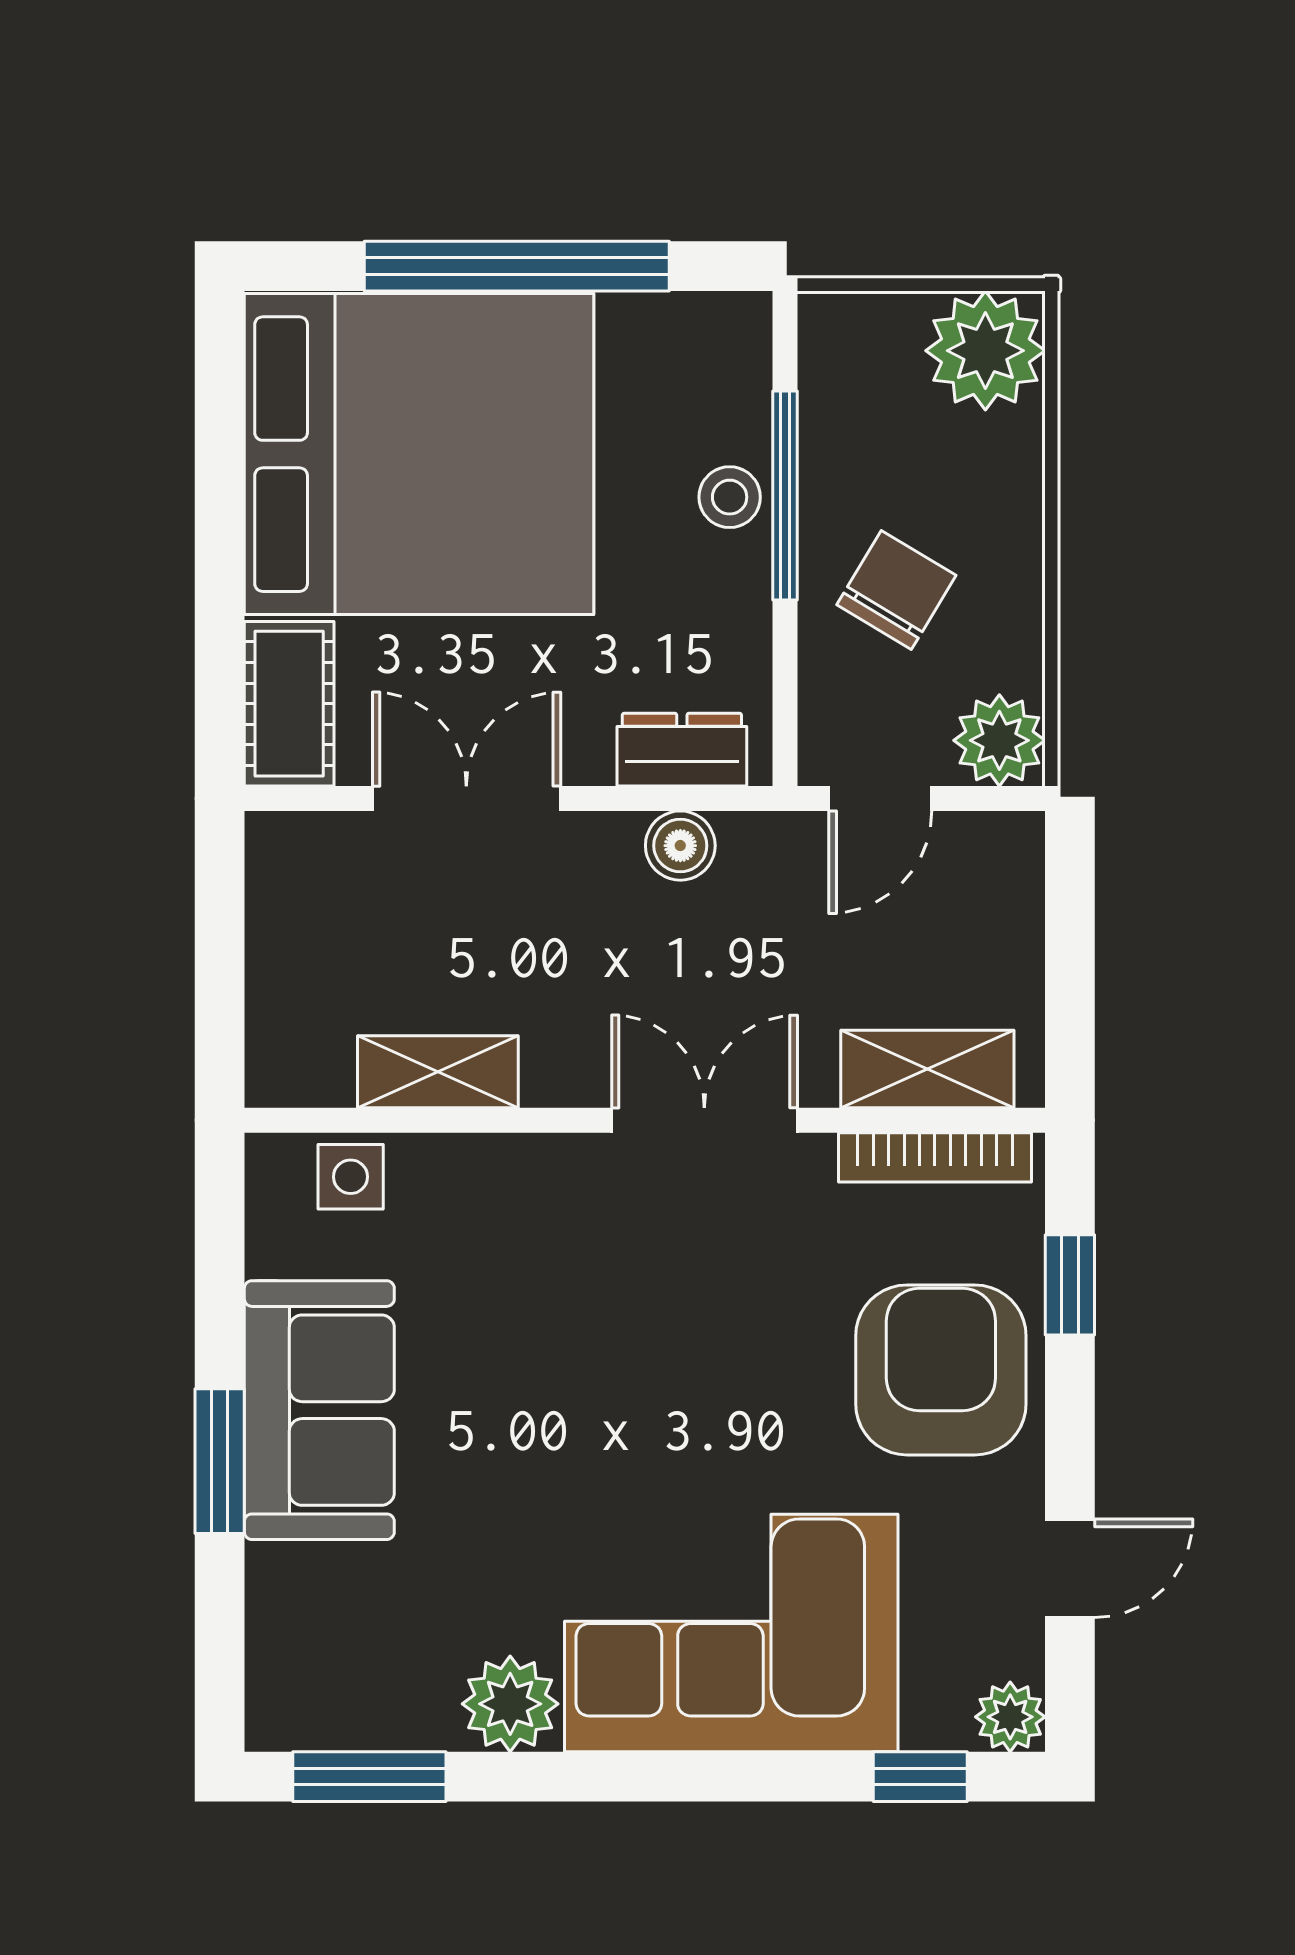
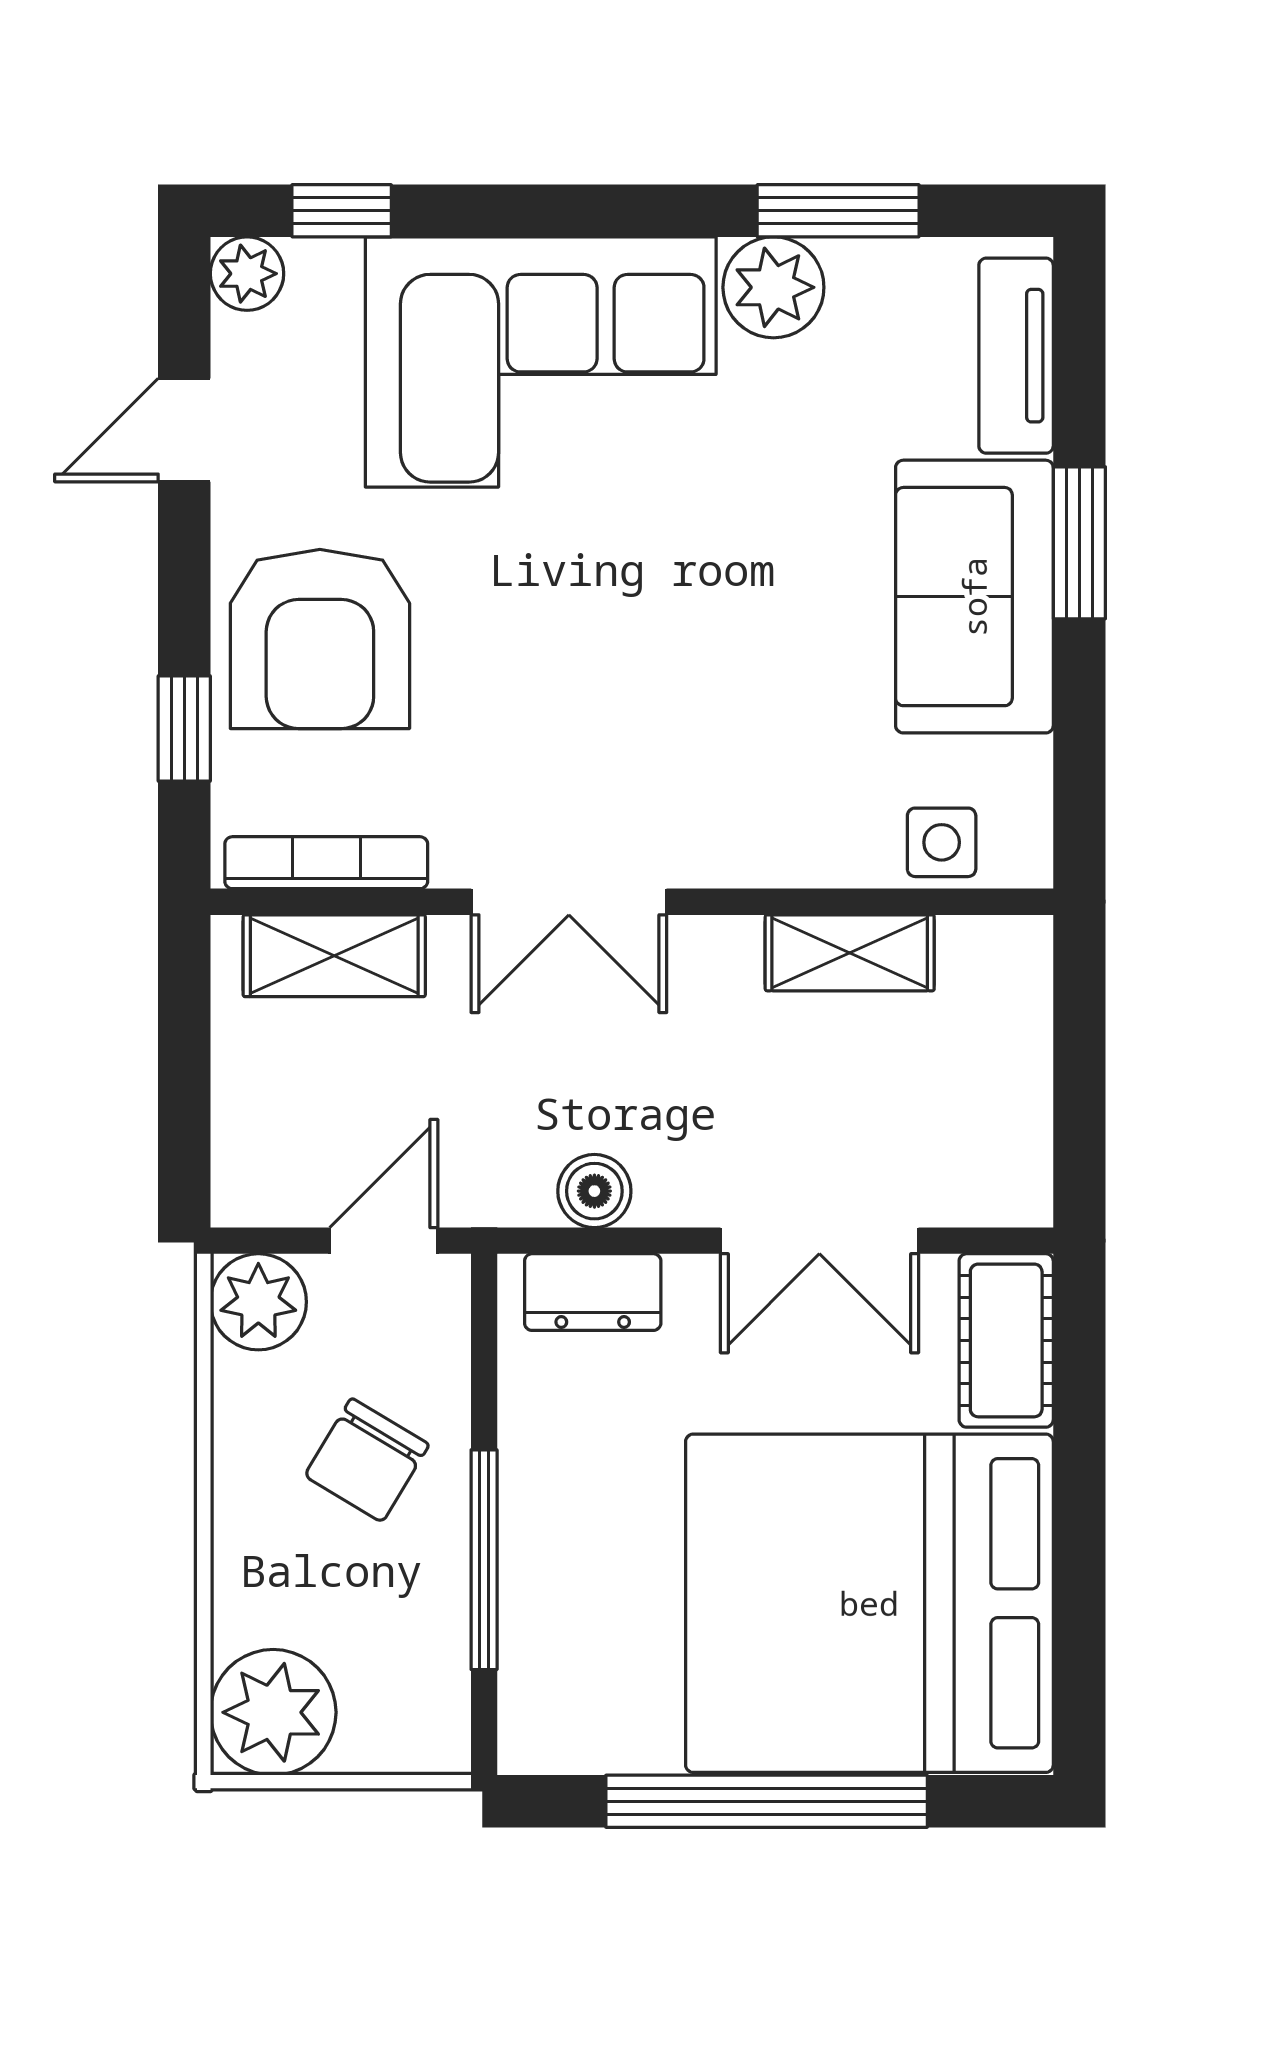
stool: (730, 497) -> (542, 1558), removed
tv unit: (280, 1639) -> (1016, 356), added
window: (369, 1777) -> (838, 211), moved

